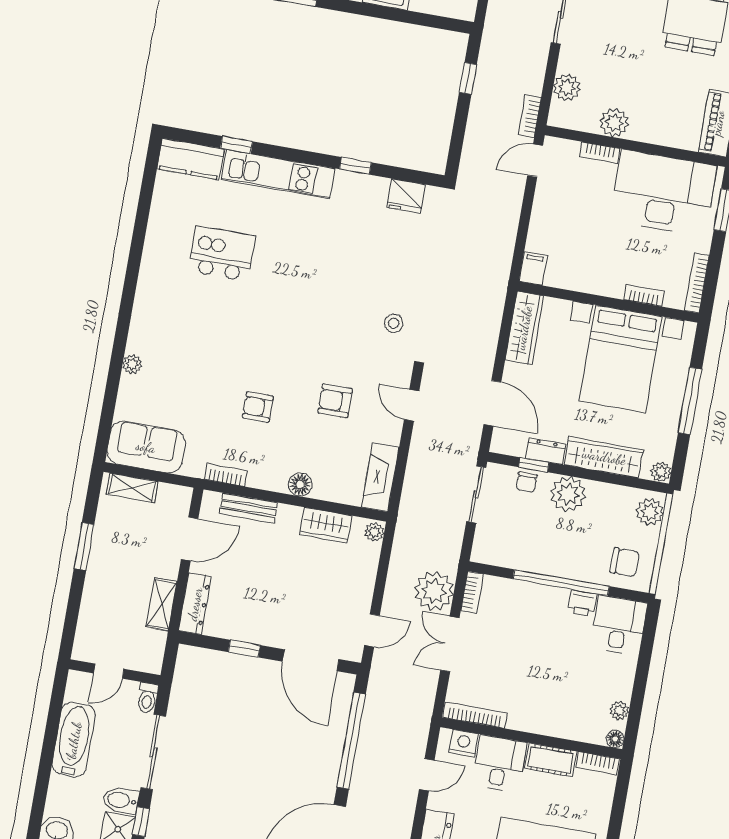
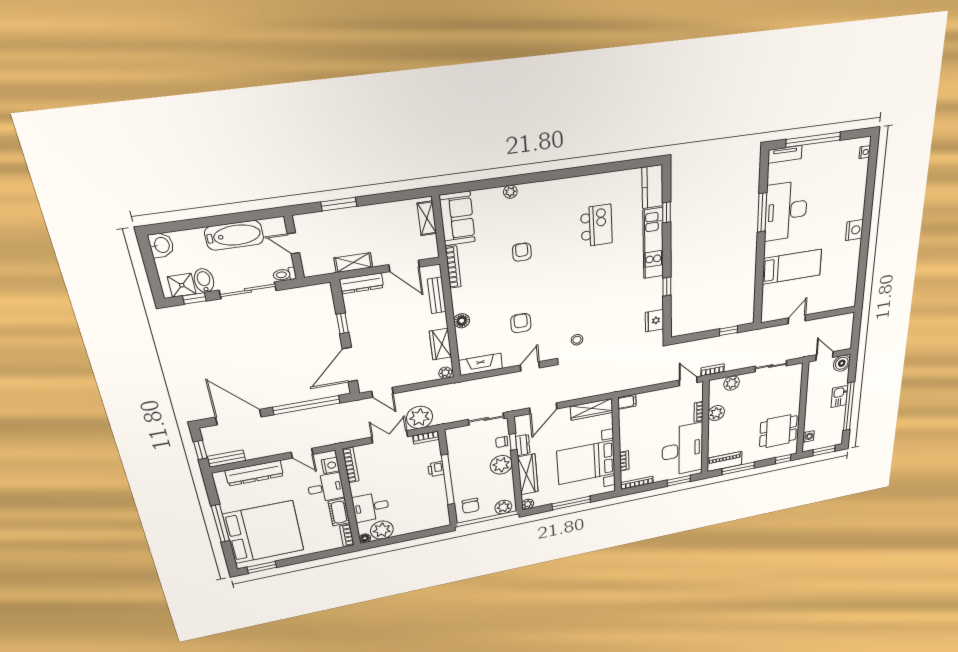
armchair: (258, 407) -> (522, 252), moved
bookcase: (226, 475) -> (453, 267), width x1.56
window: (84, 546) -> (339, 204), moved
printer: (582, 603) -> (436, 469), moved
desk: (619, 625) -> (371, 507), moved, turned 180
plant: (619, 711) -> (382, 530), width x1.88, depth x1.88

